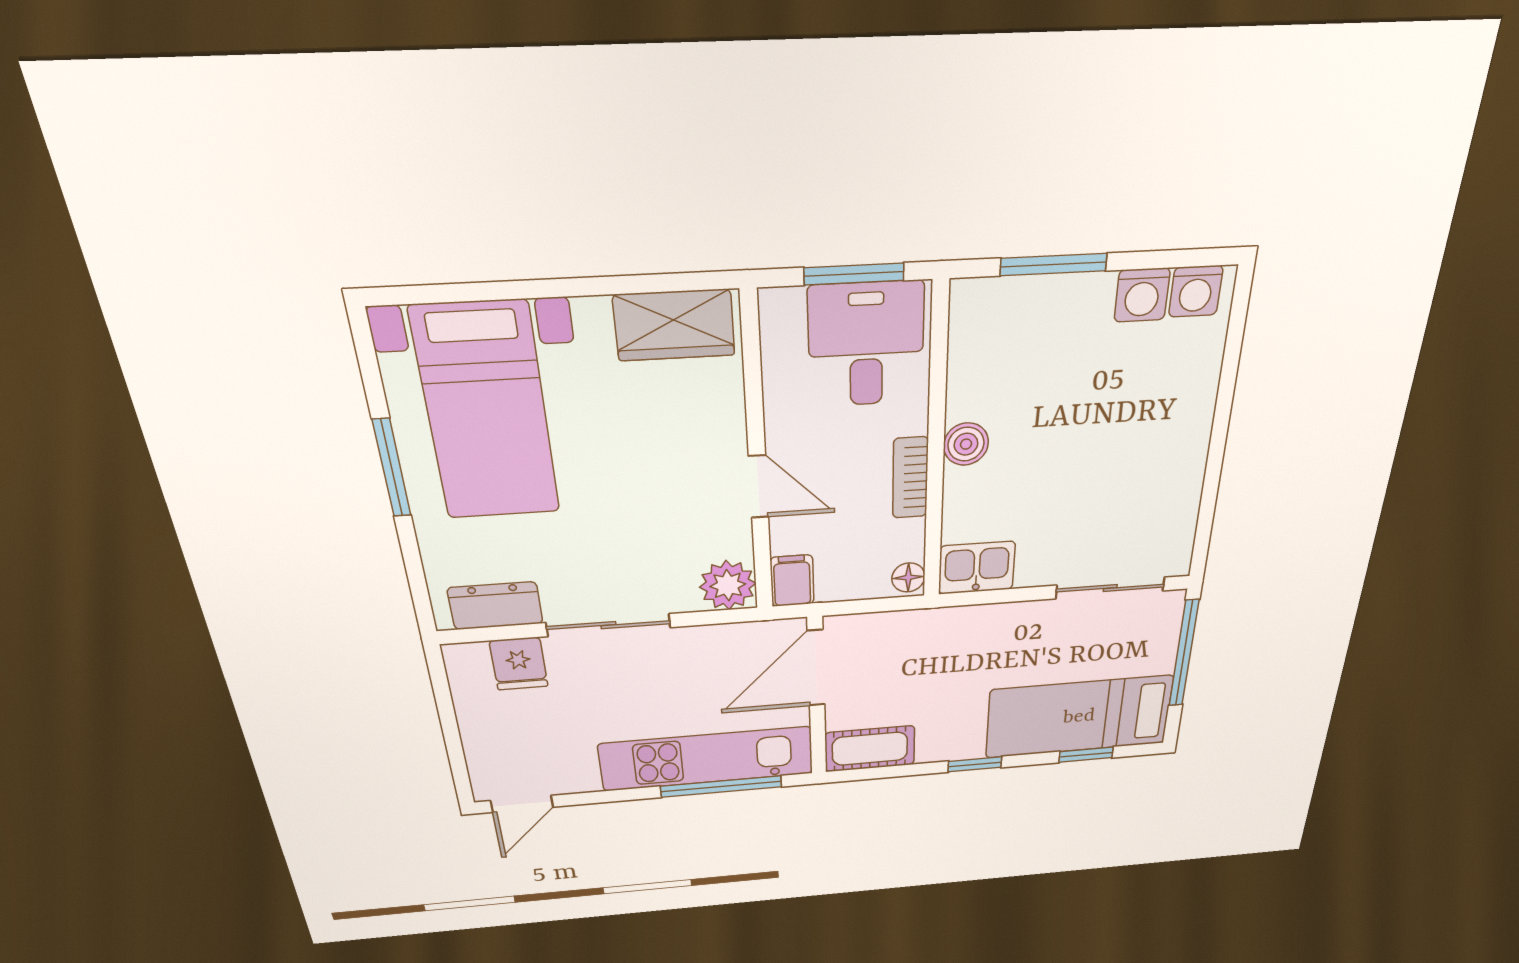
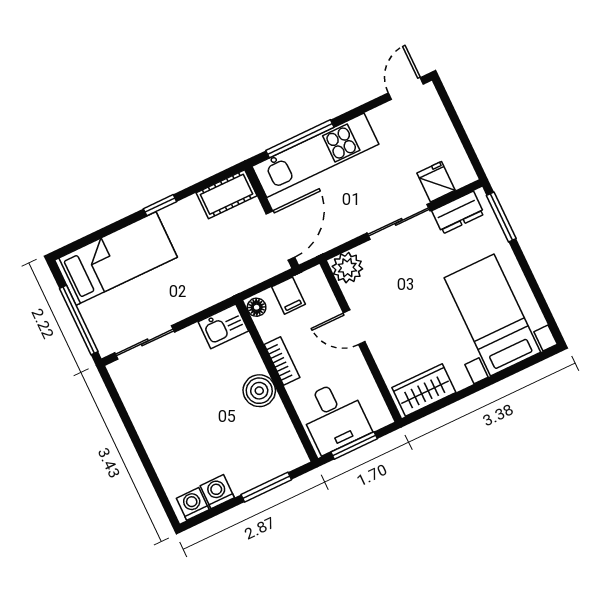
boiler: (966, 444) -> (259, 391), width x1.36, depth x1.36
window: (392, 468) -> (501, 217), moved
filing cabinet: (792, 581) -> (288, 296), moved
window: (1086, 755) -> (97, 235), removed

